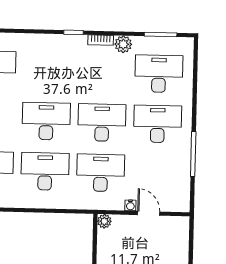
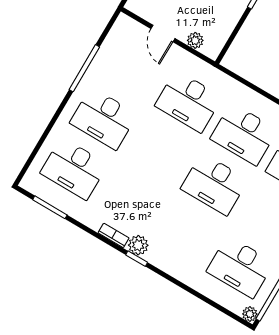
plant: (123, 44) -> (138, 245), moved
desk: (102, 123) -> (159, 151), removed
water cooler: (130, 205) -> (177, 52), removed
plant: (104, 221) -> (195, 40), moved

